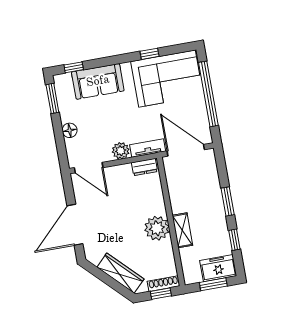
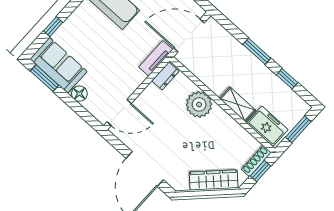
window: (74, 67) -> (53, 27), moved
sofa: (98, 81) -> (58, 65), moved, turned -90
plant: (121, 151) -> (135, 78), removed
plant: (157, 228) -> (199, 104), moved
freezer: (218, 268) -> (267, 126), moved, turned 90

